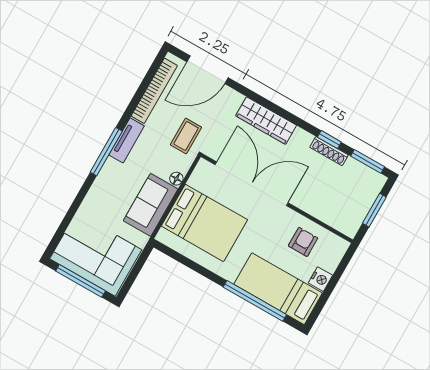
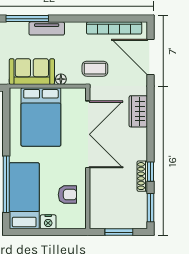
wardrobe: (266, 121) -> (138, 111), width x0.67
tv unit: (127, 140) -> (47, 28), moved
window: (106, 152) -> (27, 19), moved

